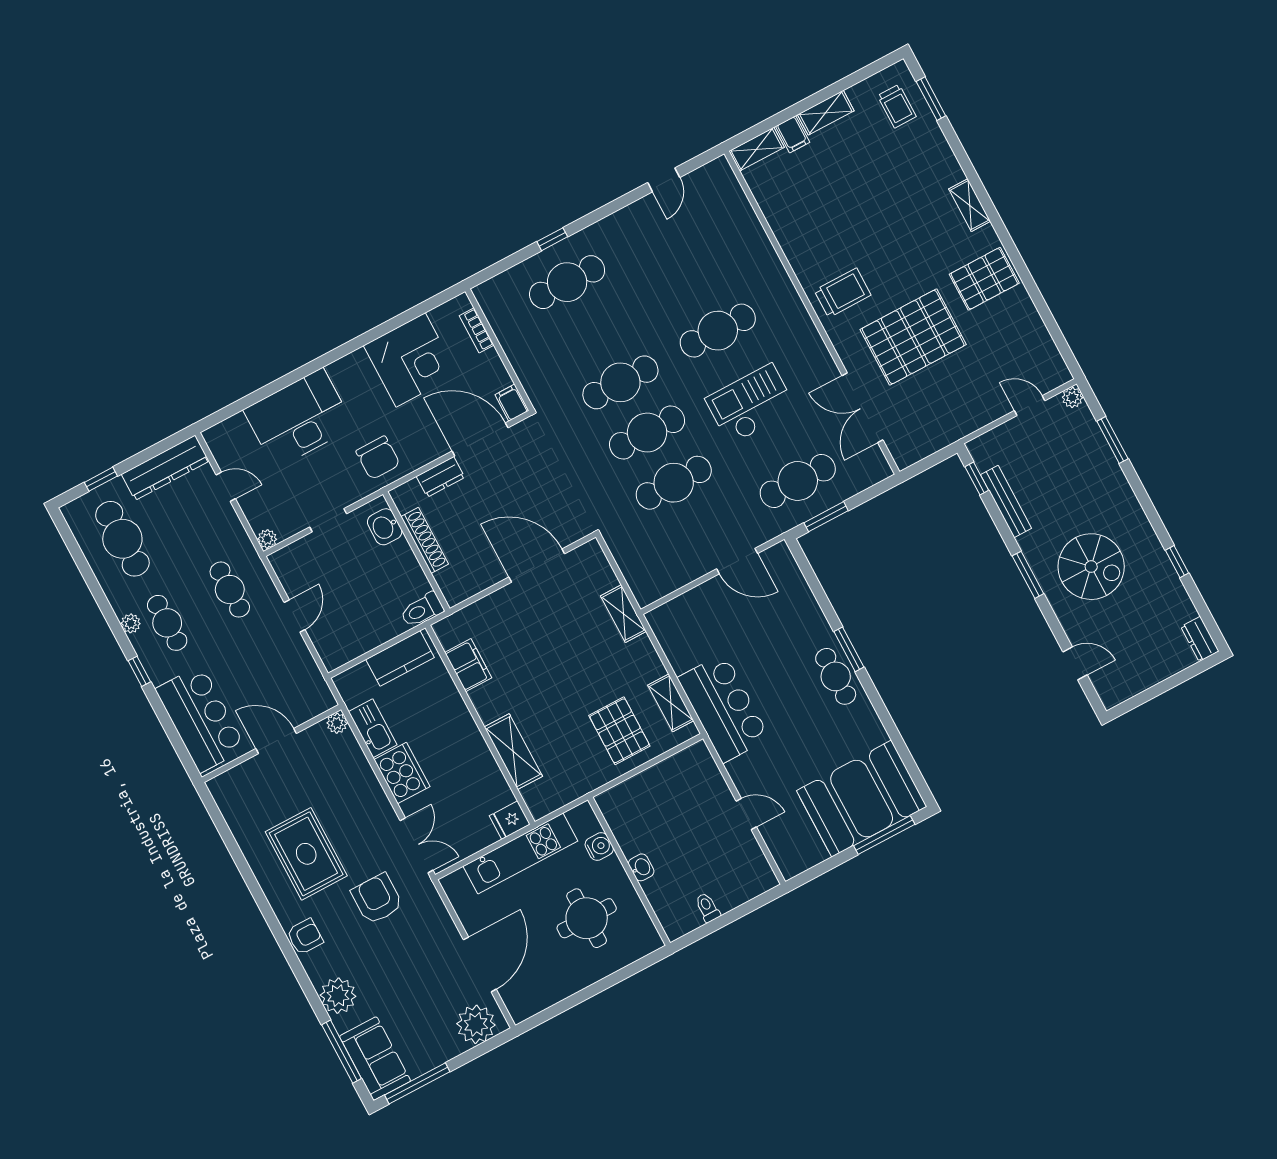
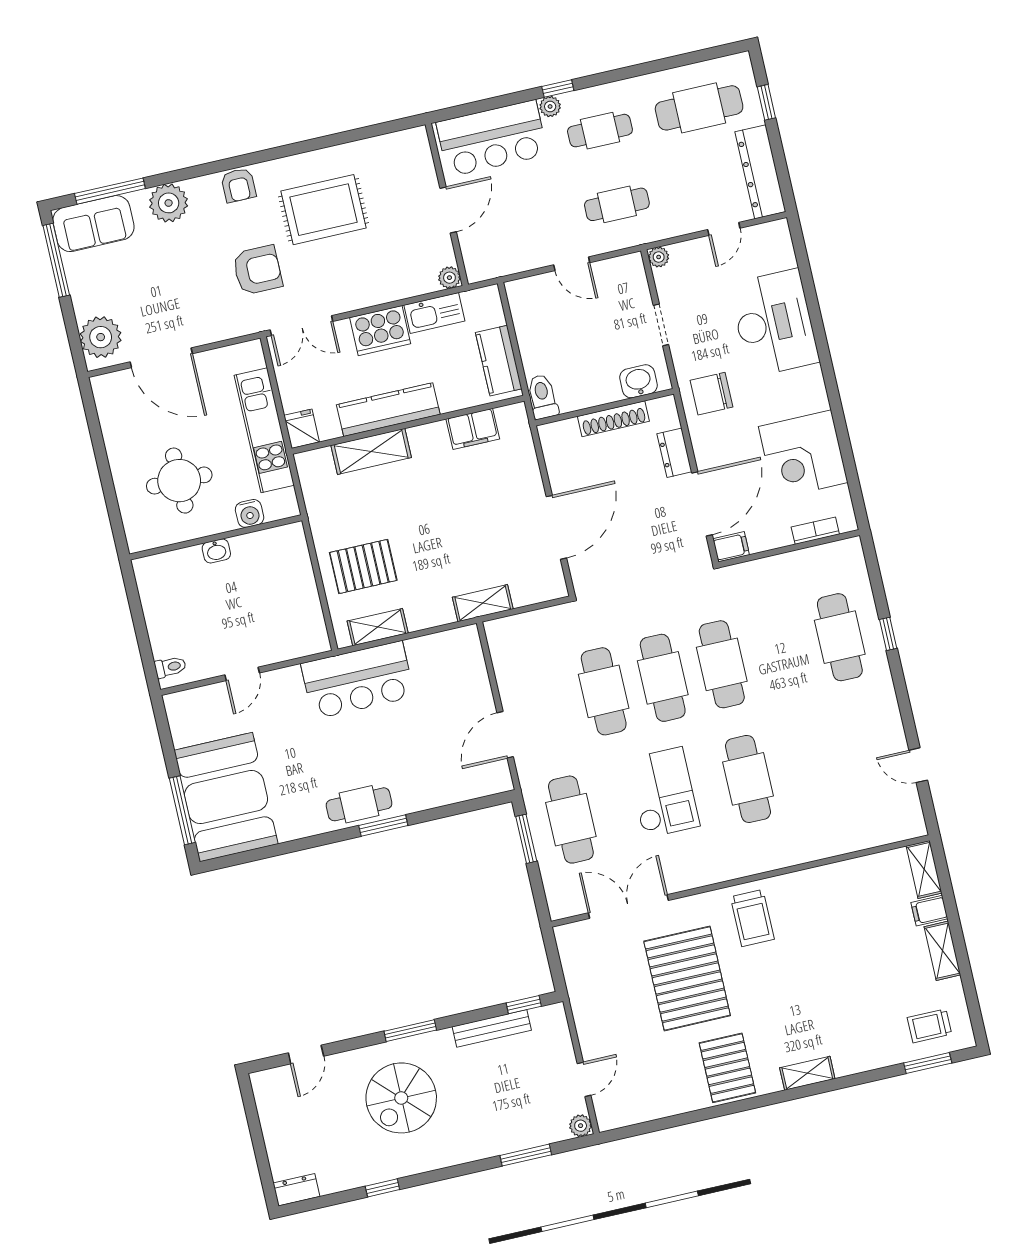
plant: (131, 623) -> (550, 106), moved
kitchen counter: (471, 746) -> (388, 410), added
toilet: (707, 907) -> (170, 667), moved

